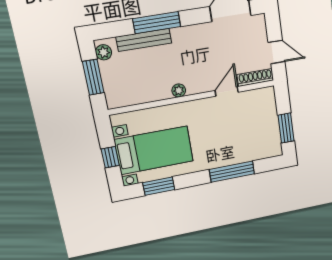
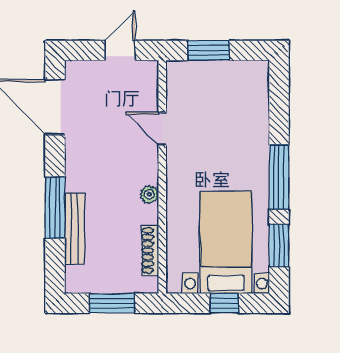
plant: (104, 52) -> (82, 284), removed
shoe rack: (255, 77) -> (150, 250), moved
window: (286, 128) -> (209, 50), moved
window: (232, 172) -> (279, 177), moved

